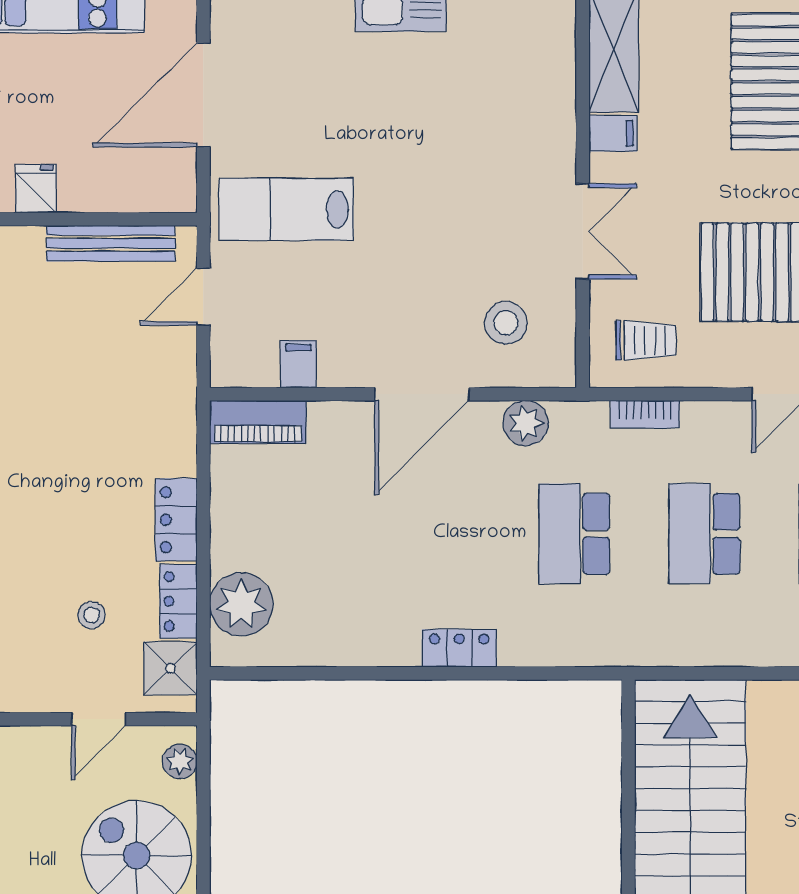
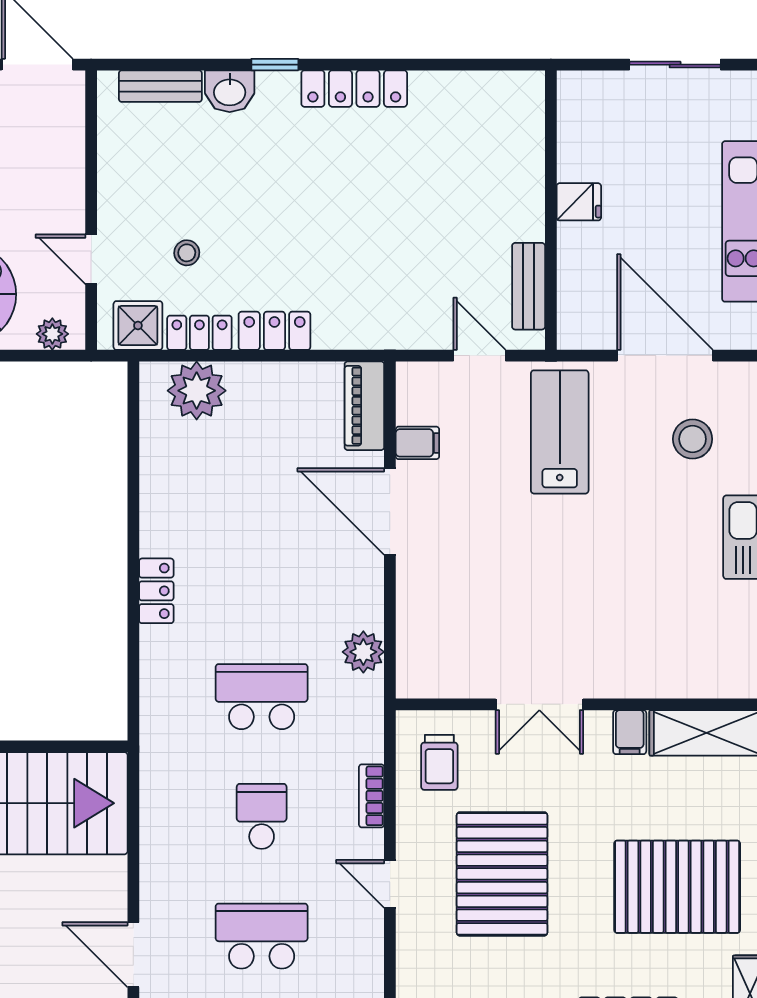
bench: (111, 243) -> (529, 286), width x0.73
stool: (506, 323) -> (693, 439), moved
door: (422, 394) -> (390, 511), moved
bookcase: (645, 414) -> (372, 796), moved
school desk: (705, 534) -> (262, 816), width x0.54

